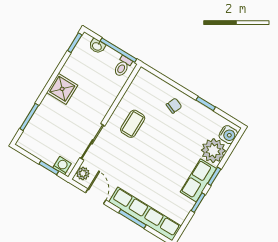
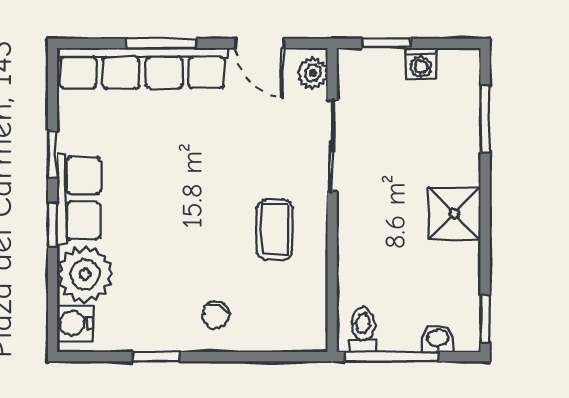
washing machine: (62, 166) -> (421, 64), moved

